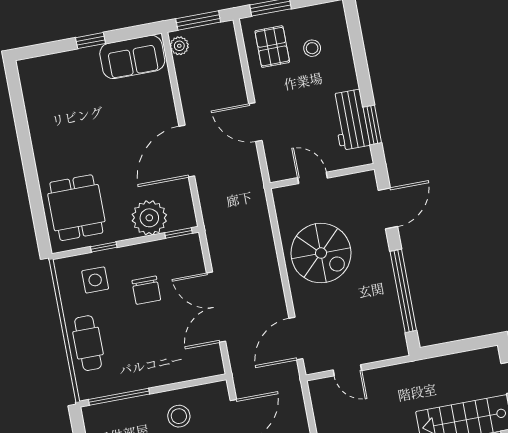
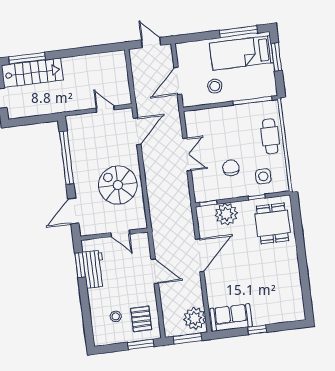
plant: (179, 46) -> (195, 318), width x1.87, depth x1.87
double door: (216, 307) -> (187, 154), width x0.73

